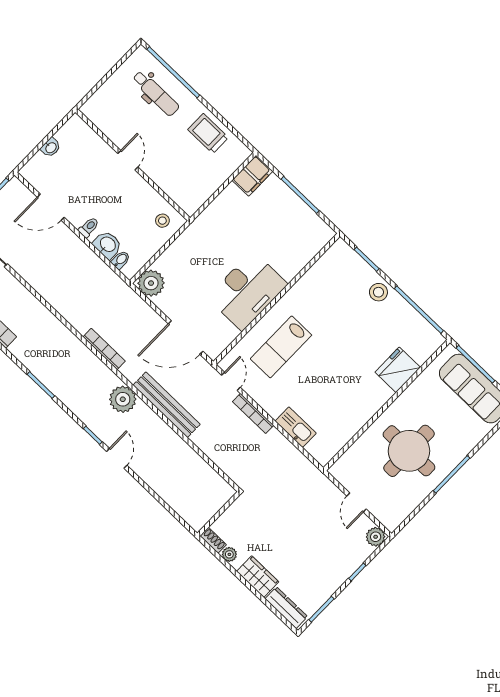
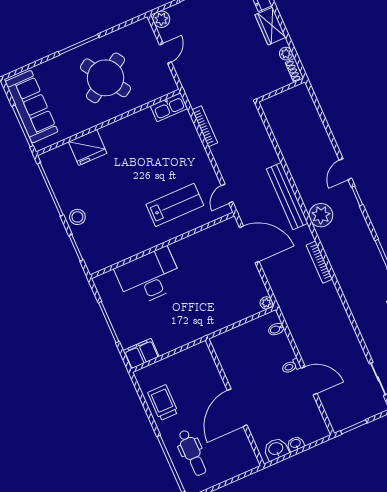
dental chair: (156, 93) -> (192, 453), turned 180
trolley: (208, 134) -> (163, 403), turned 180
door: (128, 160) -> (237, 408), width x1.88
door: (51, 207) -> (309, 381), moved
stool: (162, 221) -> (229, 347), removed
washbasin: (107, 245) -> (276, 449), moved, turned 90
plant: (151, 283) -> (266, 303), width x0.53, depth x0.53
desk: (247, 291) -> (149, 277), moved
bookcase: (253, 413) -> (205, 126), moved
kitchen sink: (296, 427) -> (169, 107), moved, turned -90
round table: (409, 451) -> (105, 78), turned -33

